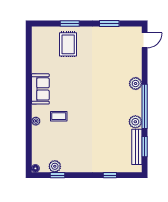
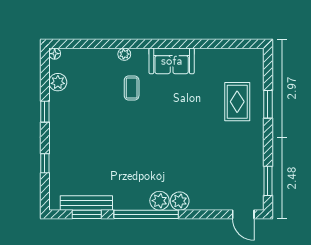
window: (109, 24) -> (268, 181), moved
rug: (68, 44) -> (237, 102), turned 90
plant: (135, 122) -> (160, 201), moved
window: (58, 175) -> (45, 112), moved

